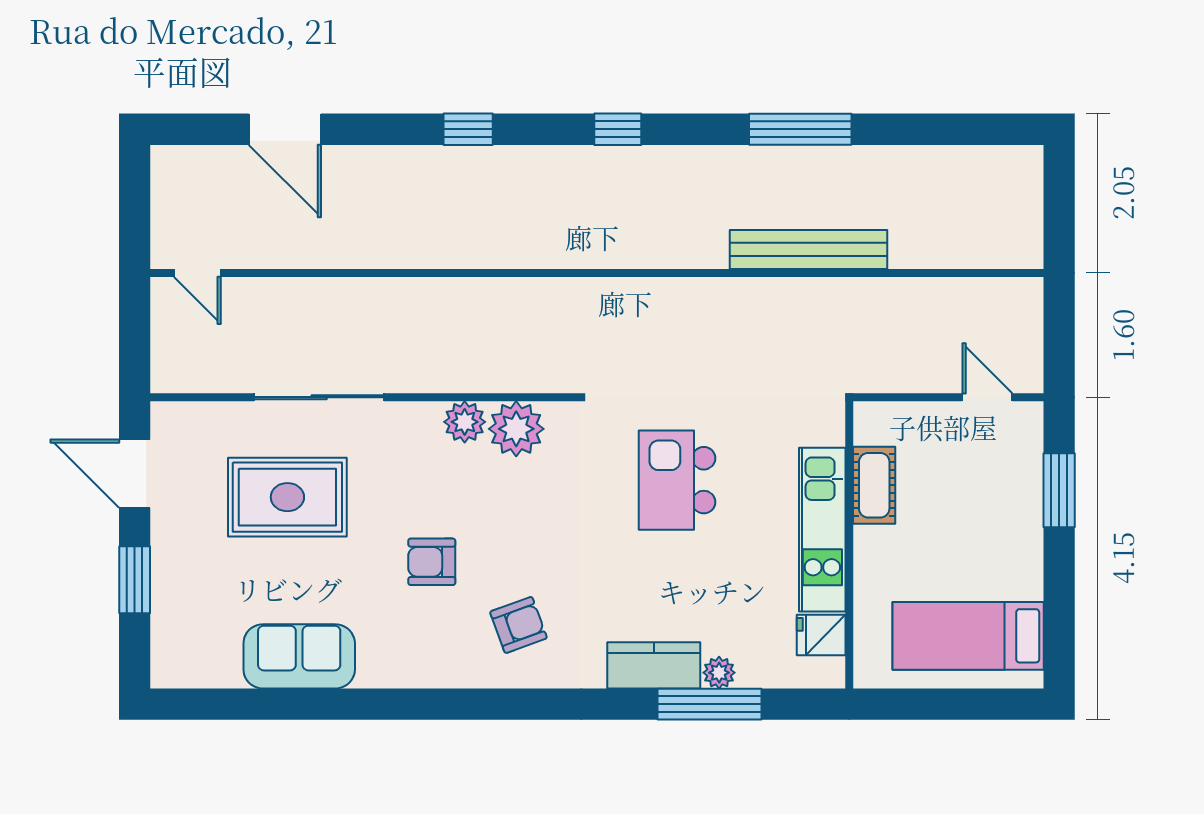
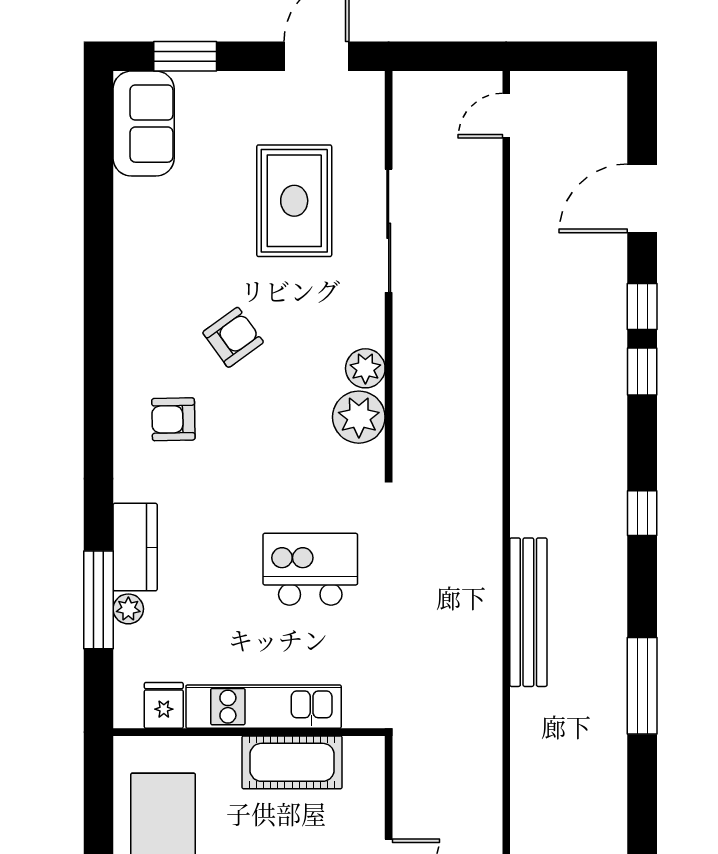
window: (399, 129) -> (642, 306), added
bench: (809, 250) -> (528, 612), moved
cot: (874, 485) -> (292, 762), width x1.37, depth x1.34
armchair: (432, 562) -> (233, 337), turned 54
window: (135, 580) -> (185, 56), moved
armchair: (518, 625) -> (173, 419), turned 109
sofa: (299, 656) -> (144, 124), moved

